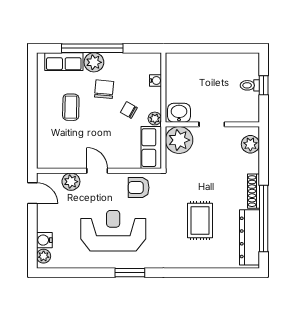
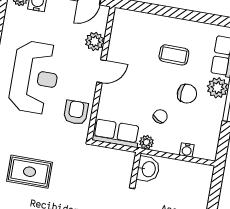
plant: (179, 140) -> (119, 164), removed

